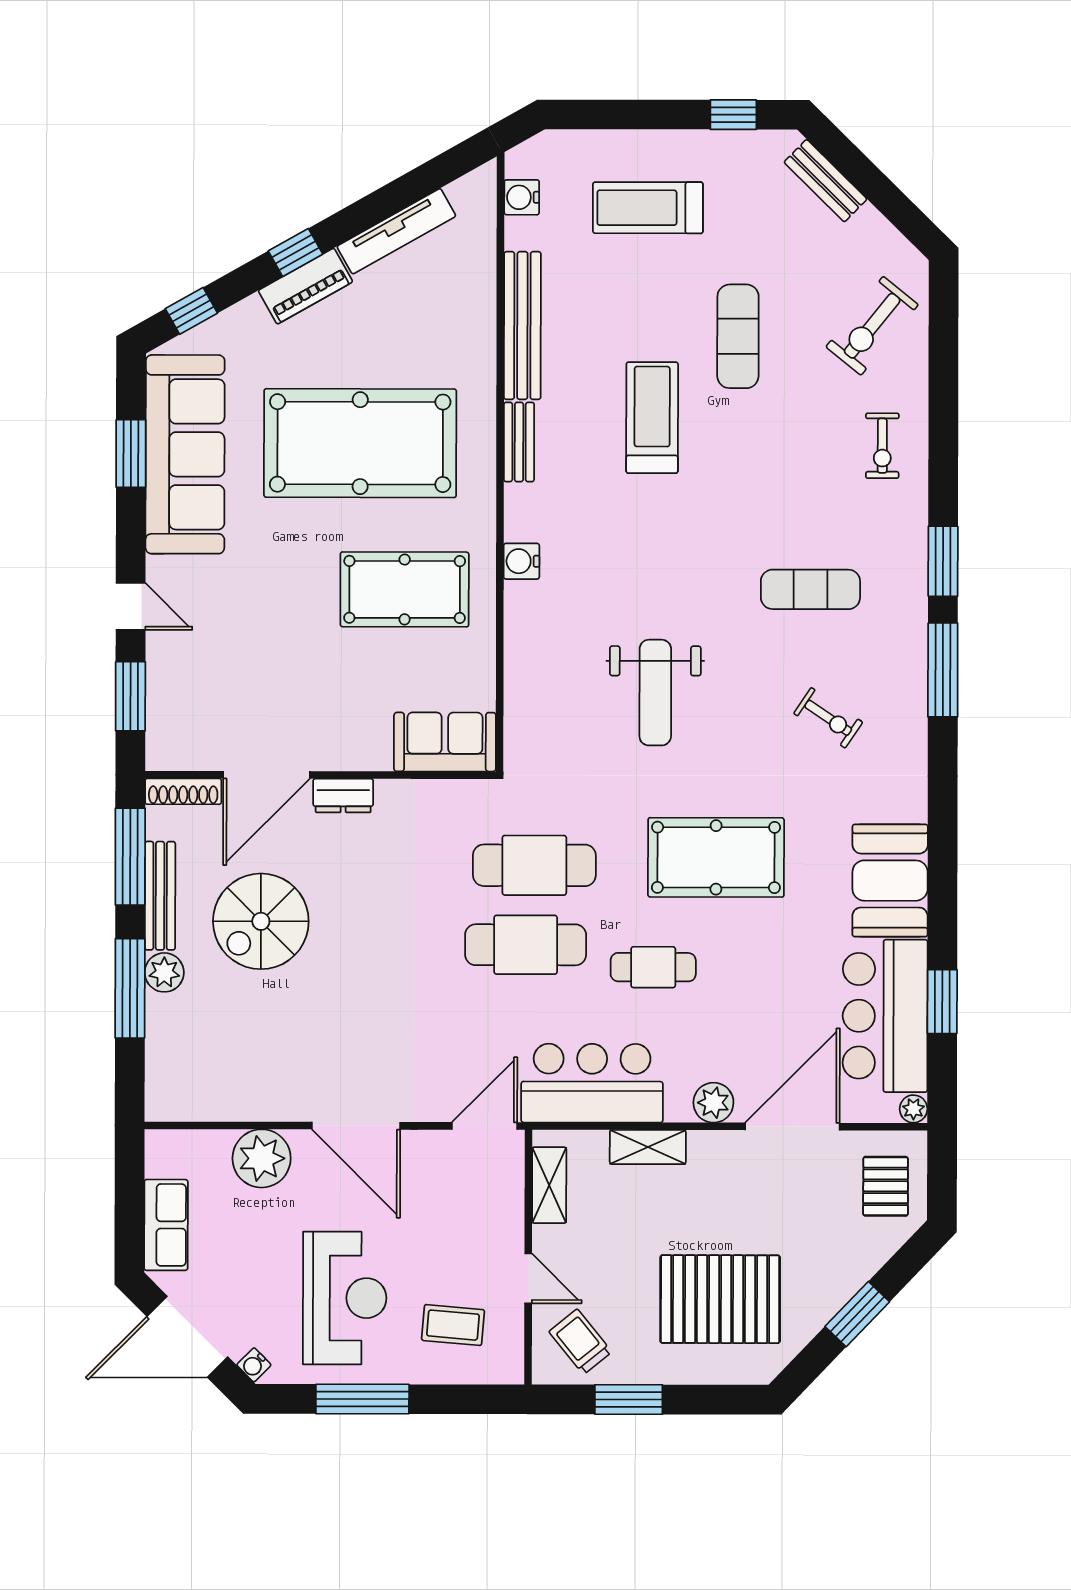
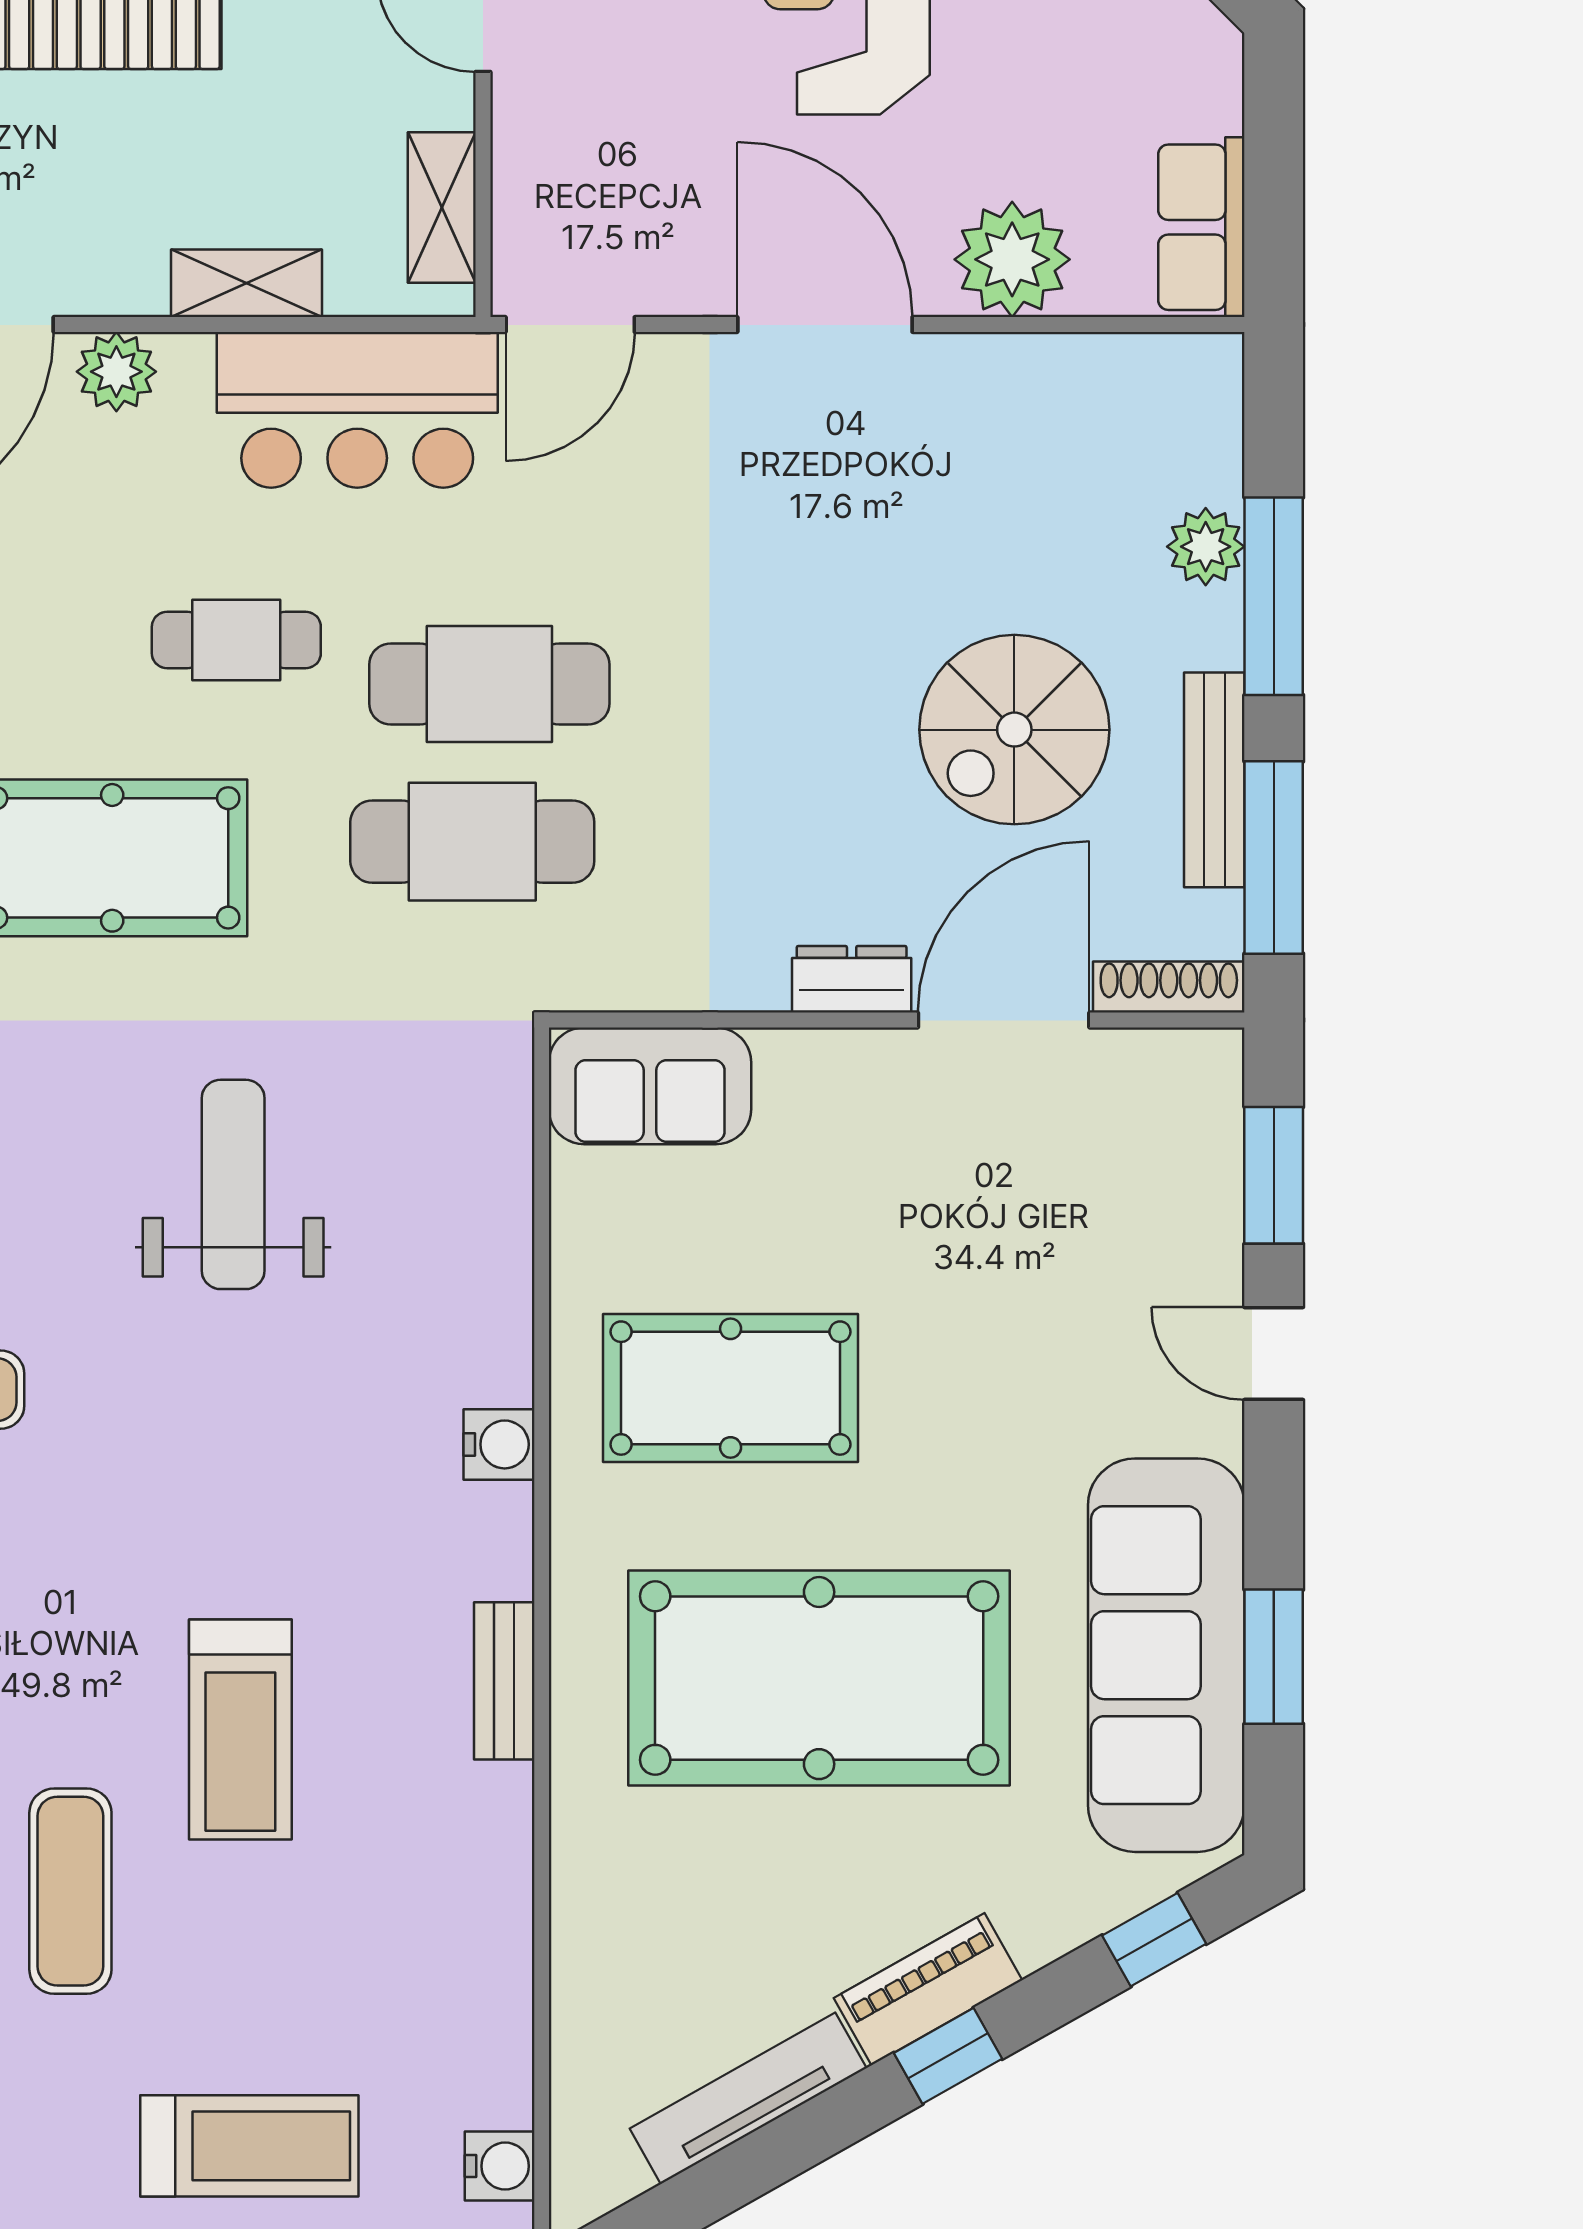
bench: (522, 326) -> (498, 1912), removed
spiral stairs: (261, 921) -> (1014, 730), turned 180
plant: (164, 972) -> (1206, 547), moved
row of seats: (166, 1225) -> (1201, 227), moved

